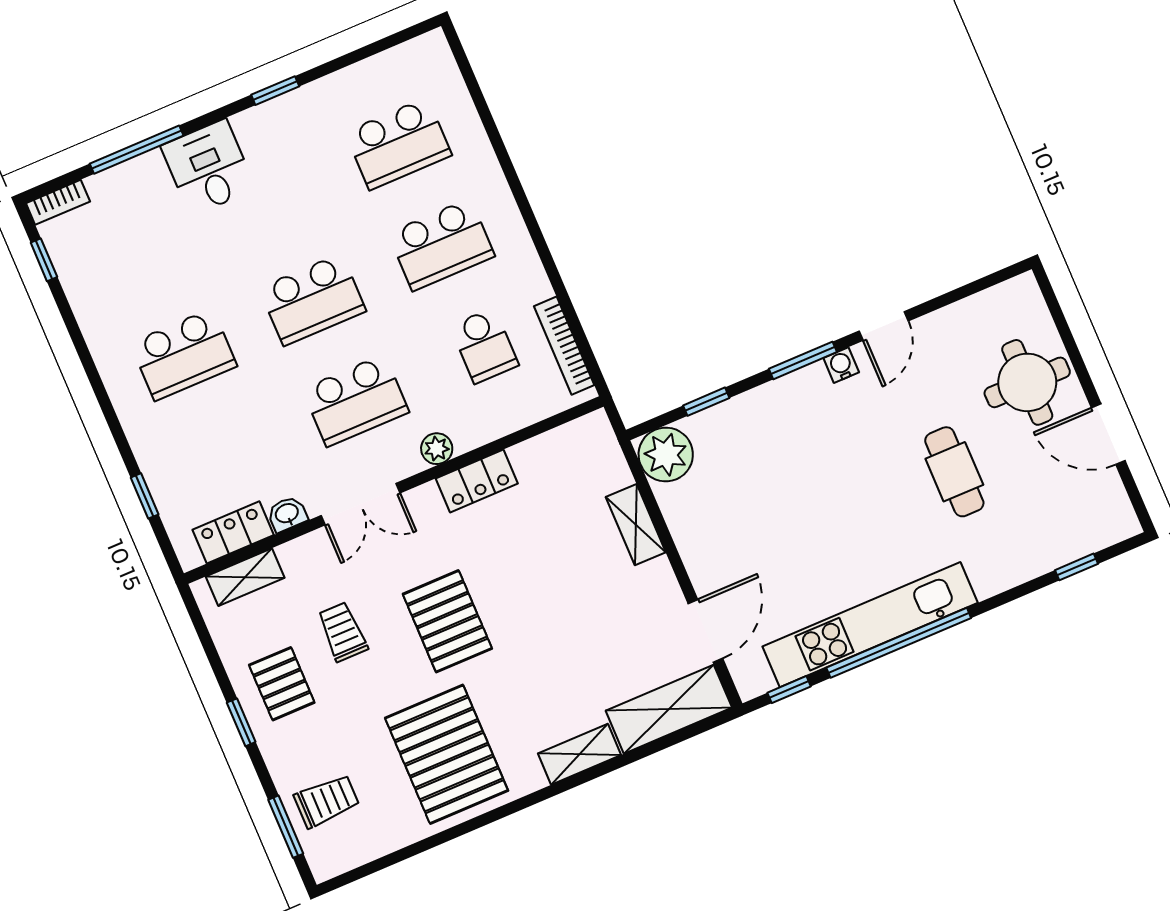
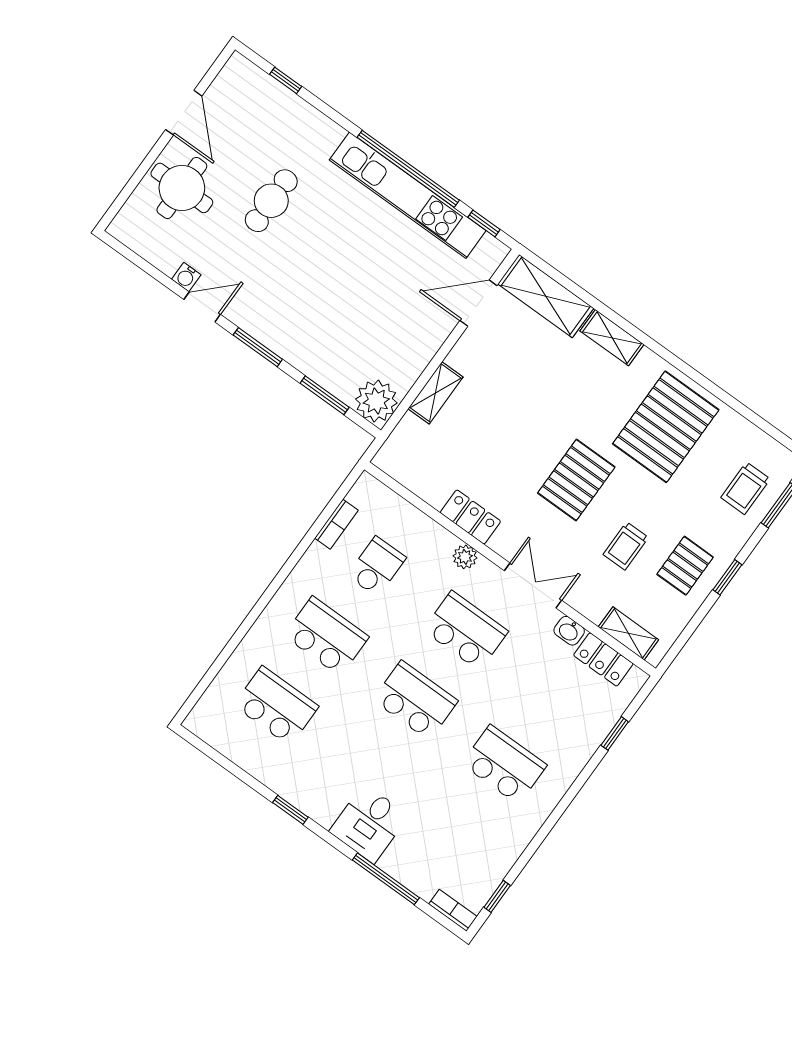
bookcase: (564, 346) -> (336, 524), width x0.64
water cooler: (841, 365) -> (186, 277), moved
window: (706, 402) -> (325, 395), width x1.50
trolley: (327, 801) -> (746, 488), turned -90

